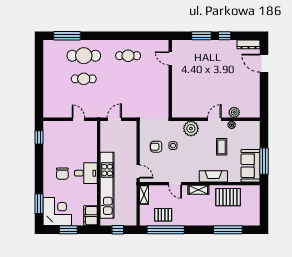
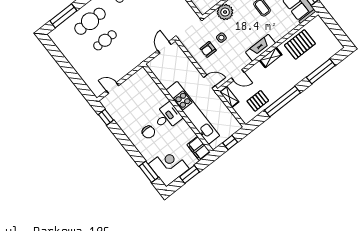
door: (79, 119) -> (113, 88), moved
door: (114, 119) -> (164, 47), moved
fireplace: (213, 176) -> (261, 48), moved
door: (175, 184) -> (238, 75), moved
window: (166, 230) -> (282, 101), moved

